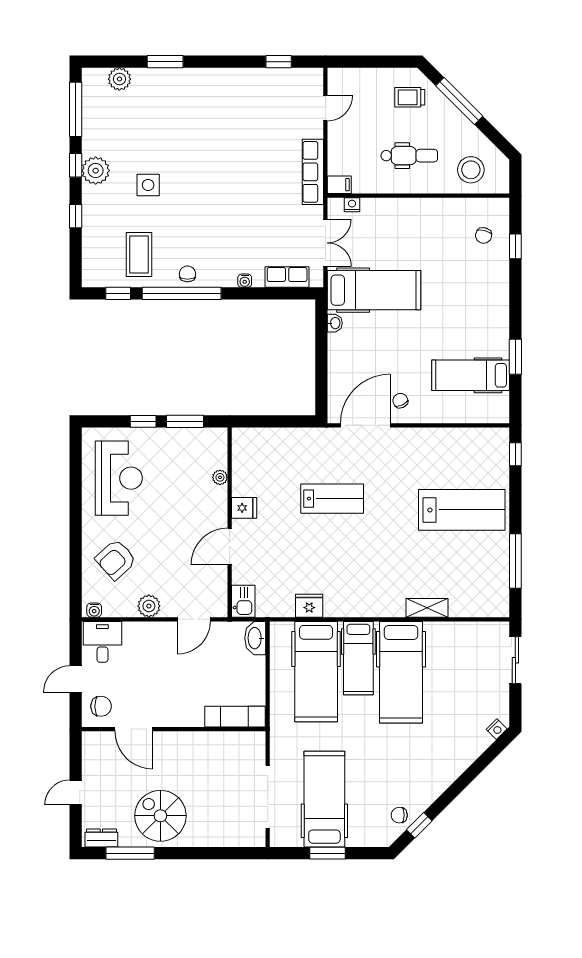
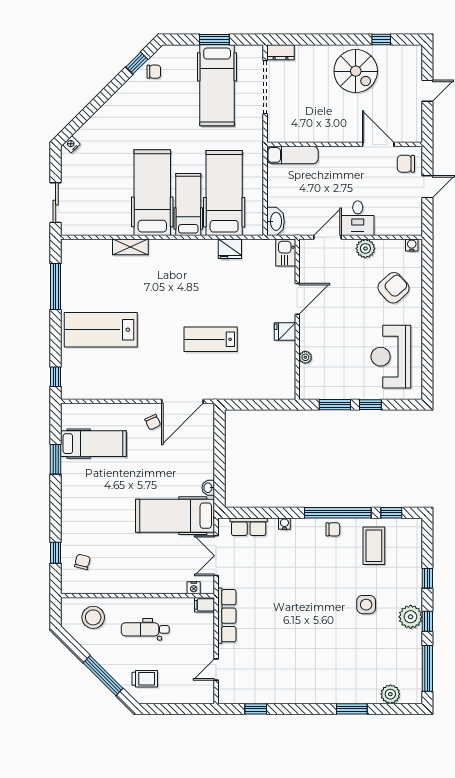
chair: (187, 274) -> (333, 529), turned -90
desk: (102, 642) -> (358, 218), moved
dresser: (101, 838) -> (281, 52), moved
window: (130, 853) -> (381, 40), width x0.46

